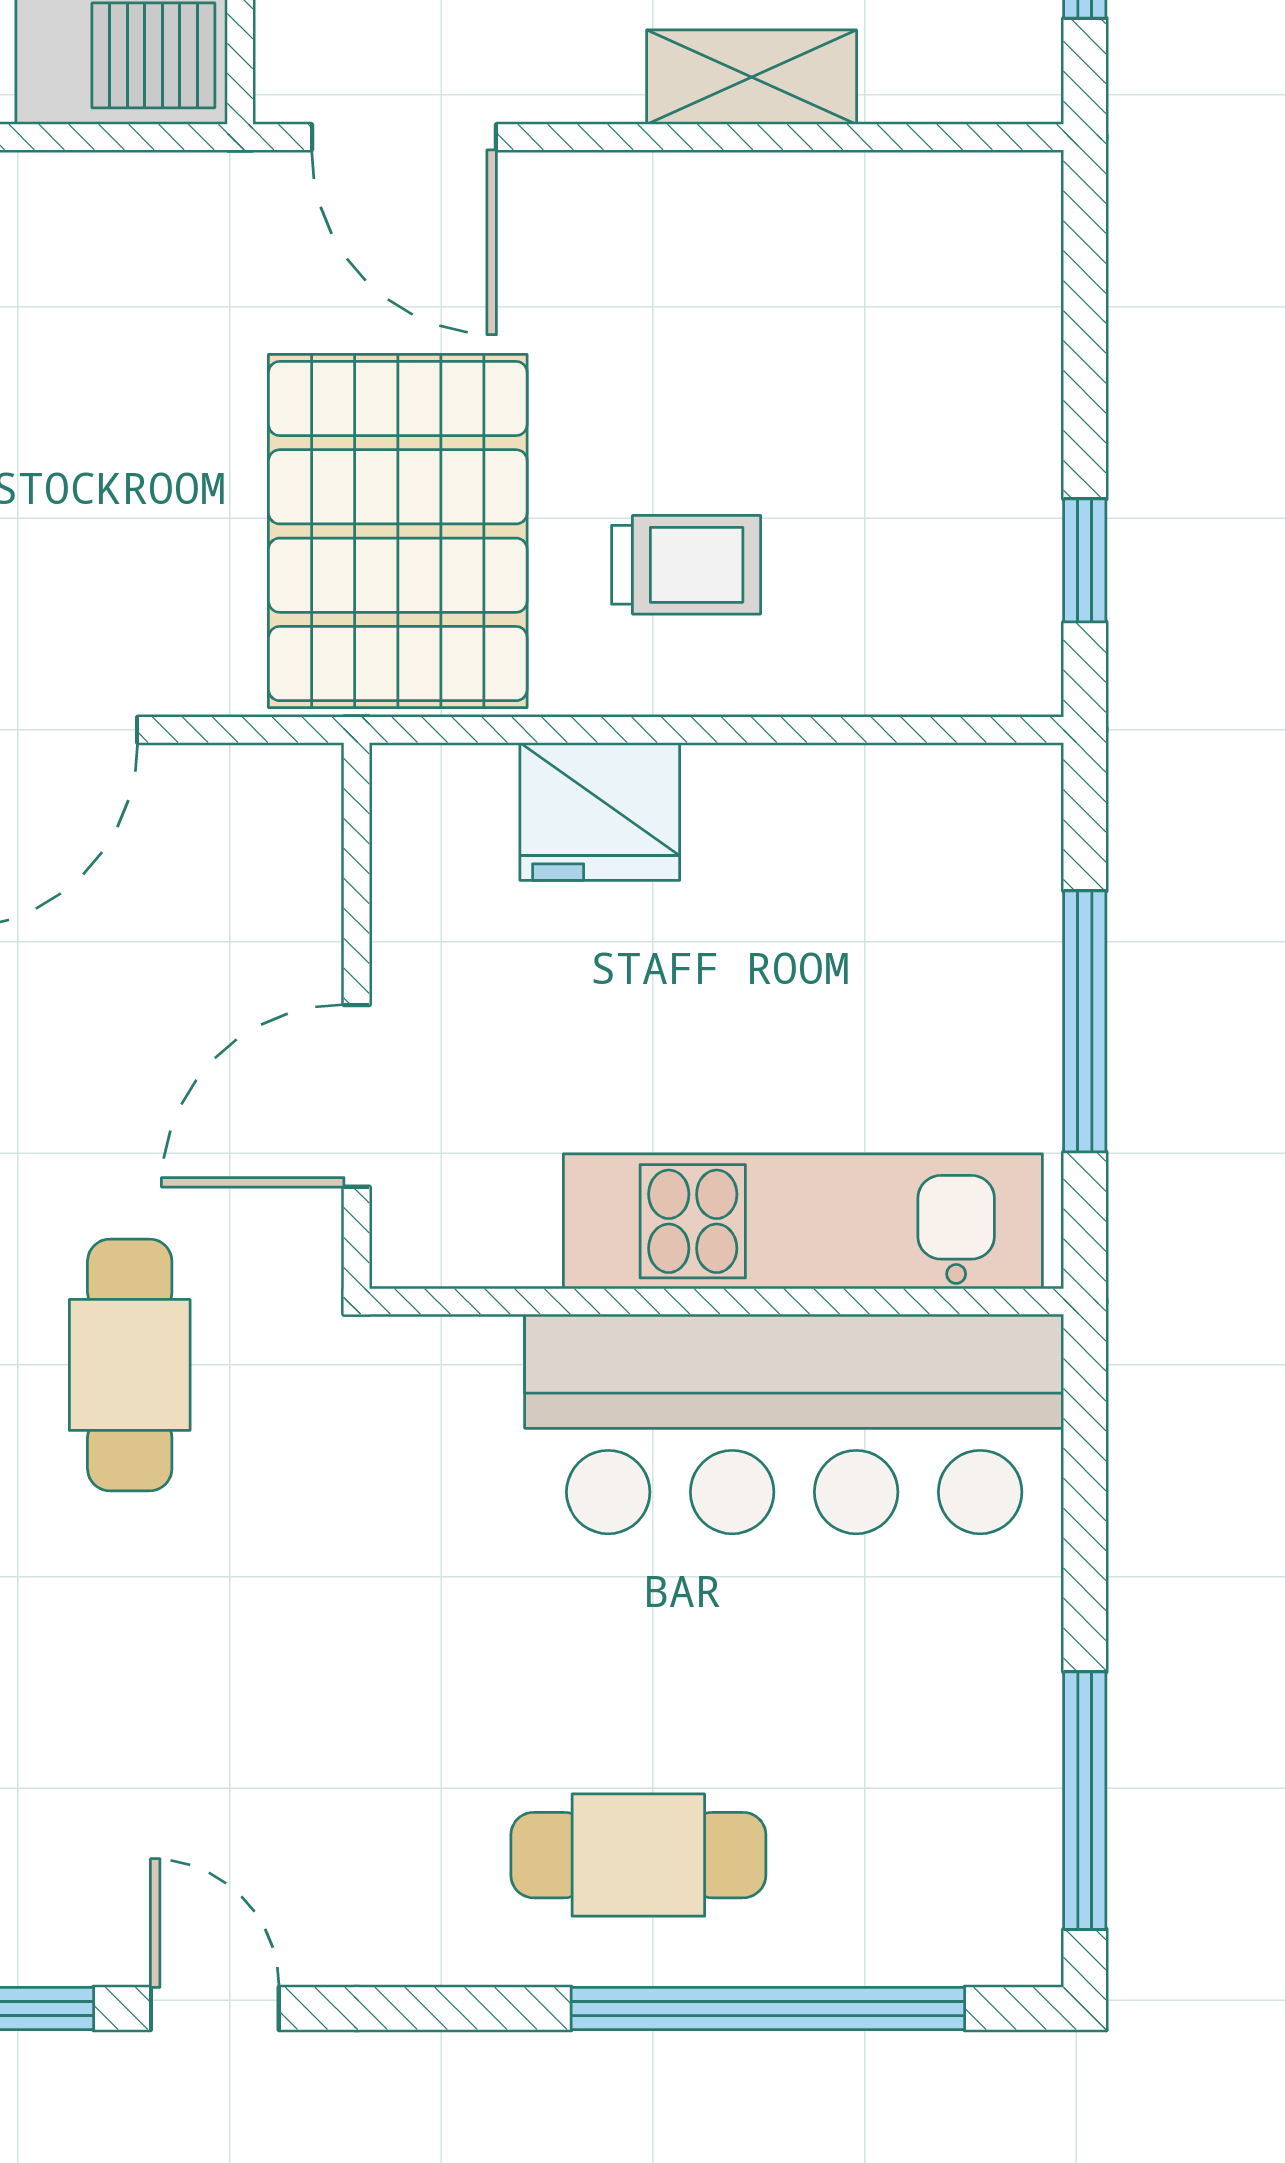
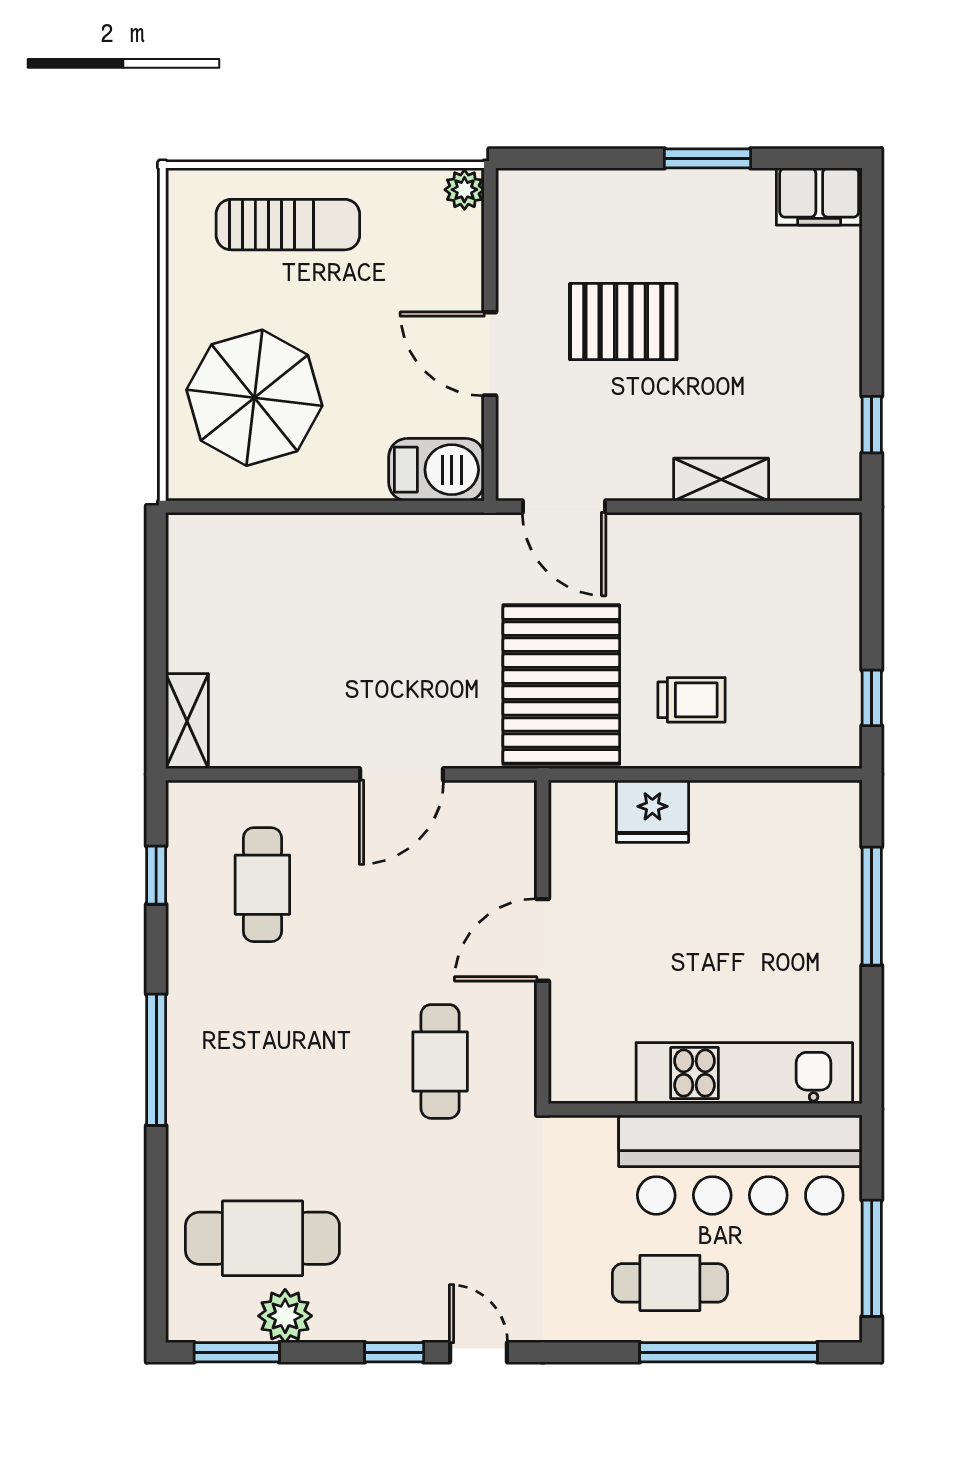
kitchen unit: (803, 1221) -> (744, 1073), moved
wall: (716, 1301) -> (705, 1109), moved
bar counter: (794, 1424) -> (740, 1165), moved

